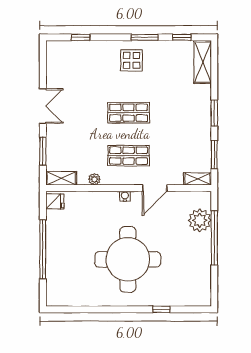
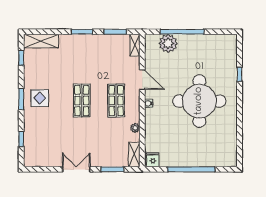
window: (145, 37) -> (21, 99), moved

